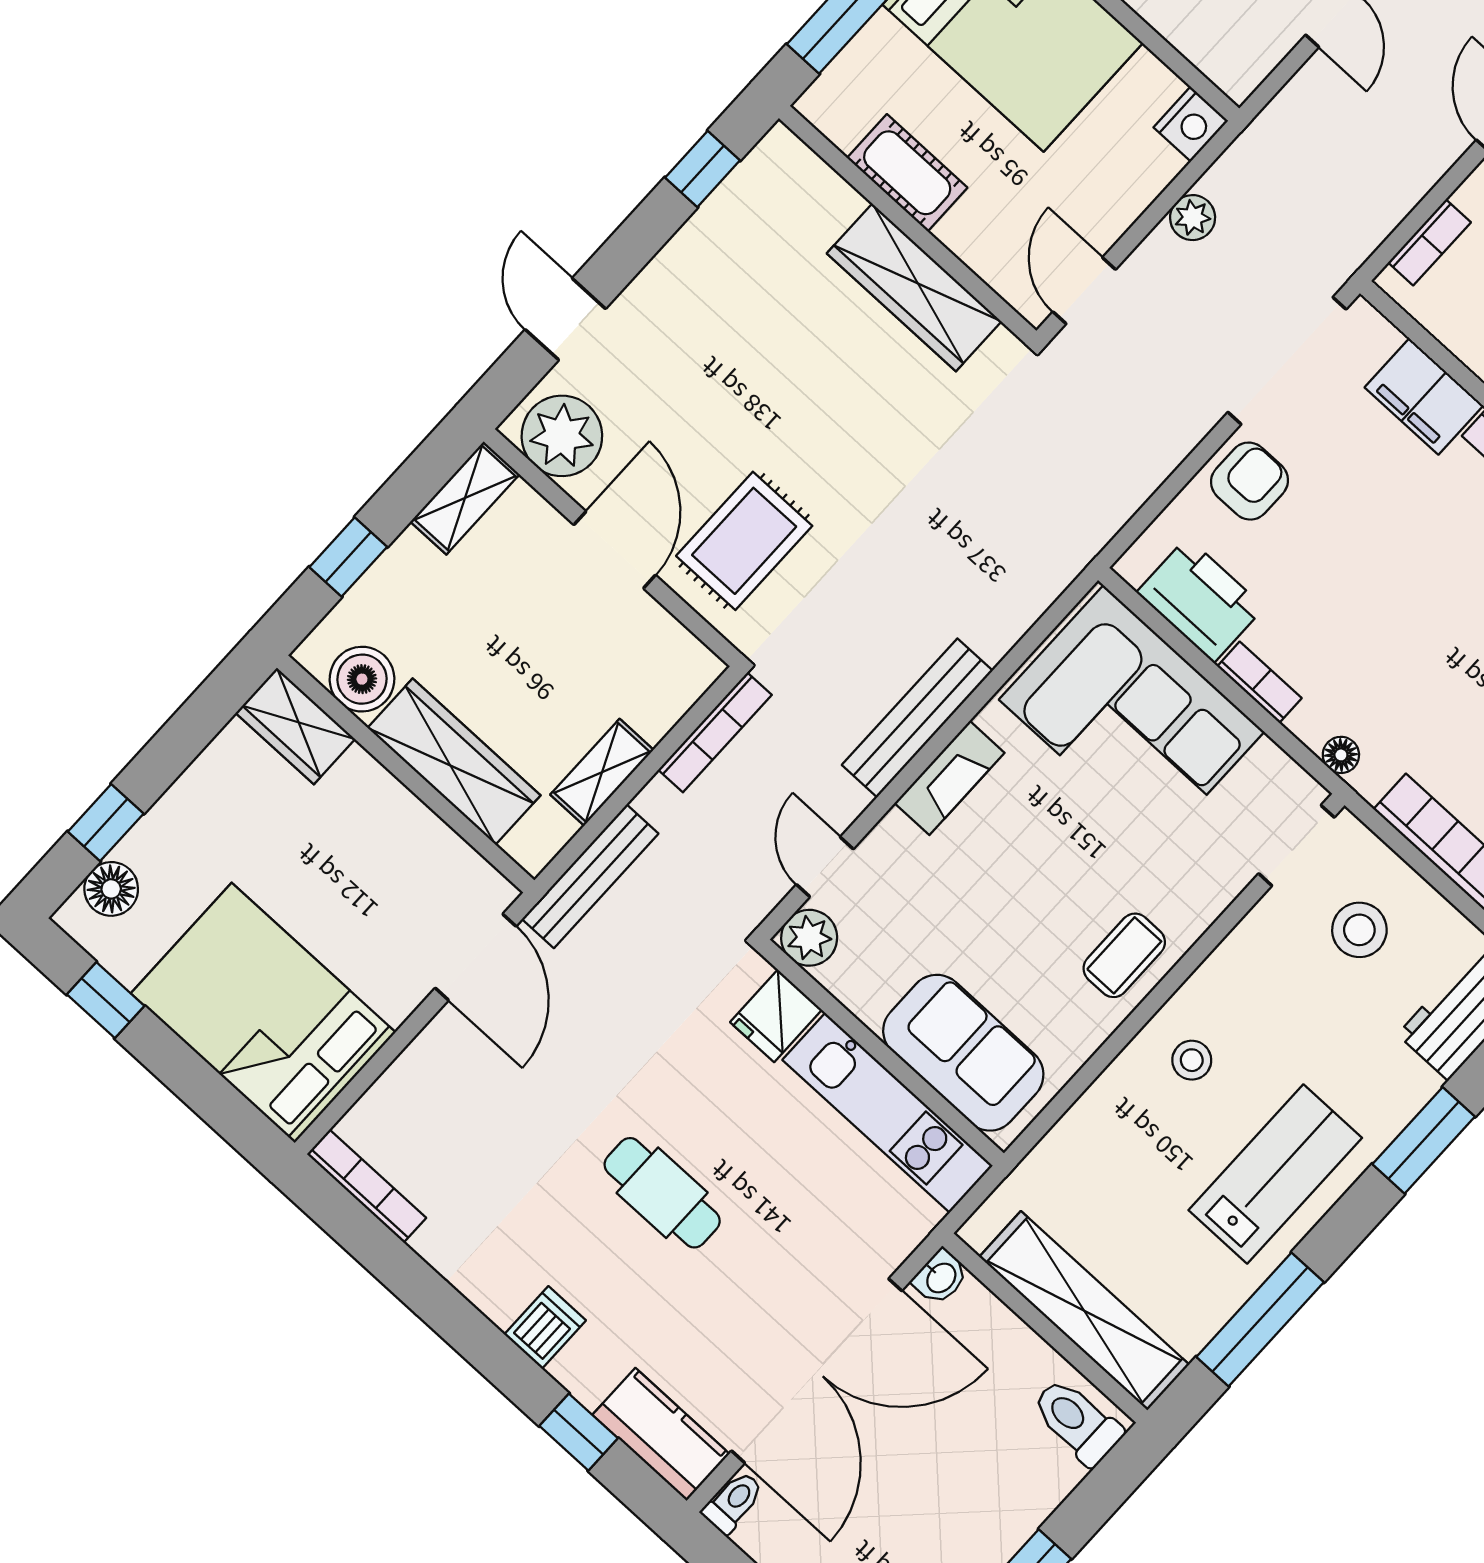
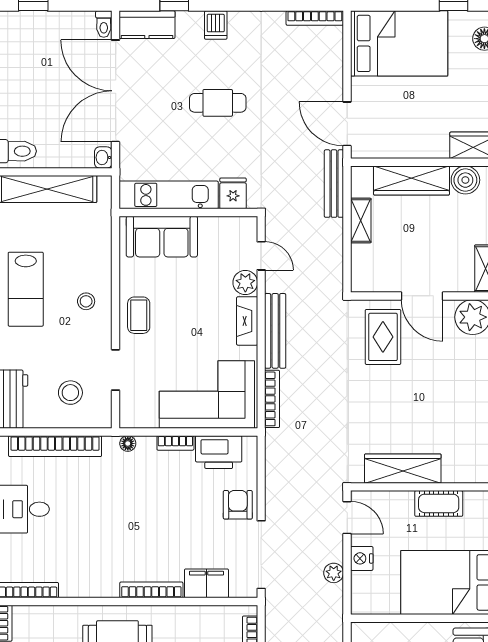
nightstand: (1191, 124) -> (362, 558), moved
armchair: (1250, 481) -> (238, 505), turned 180
bookcase: (715, 732) -> (272, 399), moved, turned 180
doorway: (1296, 845) -> (116, 370), moved
plant: (809, 938) -> (245, 283), moved

